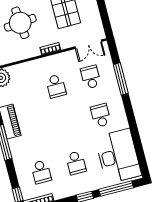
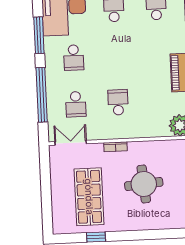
window: (121, 79) -> (42, 95), width x1.46
window: (134, 128) -> (39, 35), added

